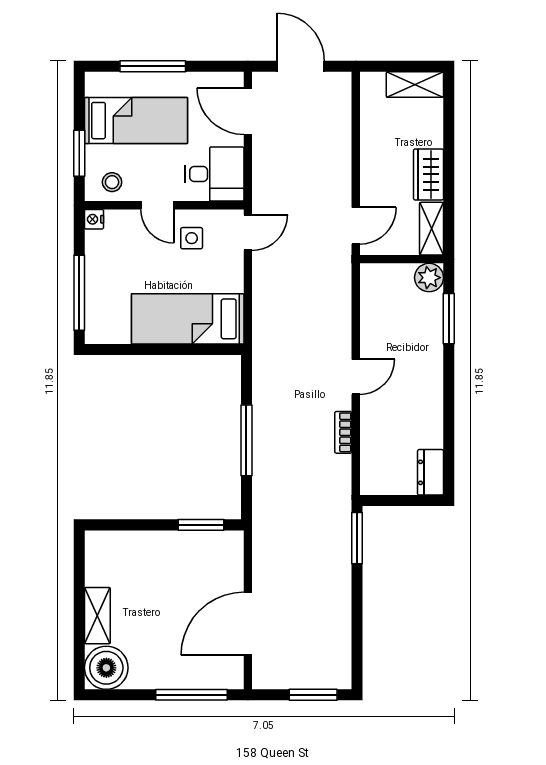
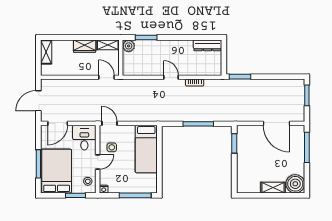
bed: (136, 121) -> (57, 171), width x1.50
dresser: (431, 472) -> (208, 45), width x1.44

